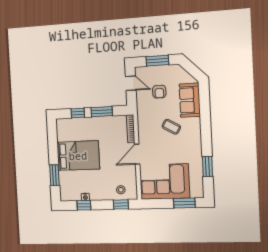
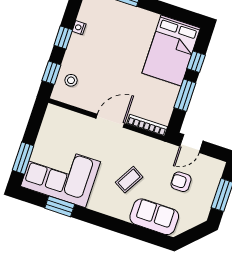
door: (131, 83) -> (191, 144), moved
door: (137, 154) -> (110, 121), hinge flipped
bed: (78, 156) -> (171, 50), moved
corner sofa: (164, 182) -> (61, 174), moved, turned -90
window: (84, 205) -> (63, 37), moved

